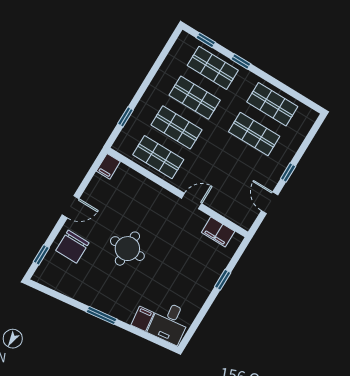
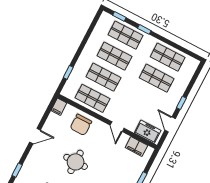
door: (192, 201) -> (117, 127), swing flipped
freezer: (236, 211) -> (148, 132), added
chair: (72, 247) -> (81, 125), moved

